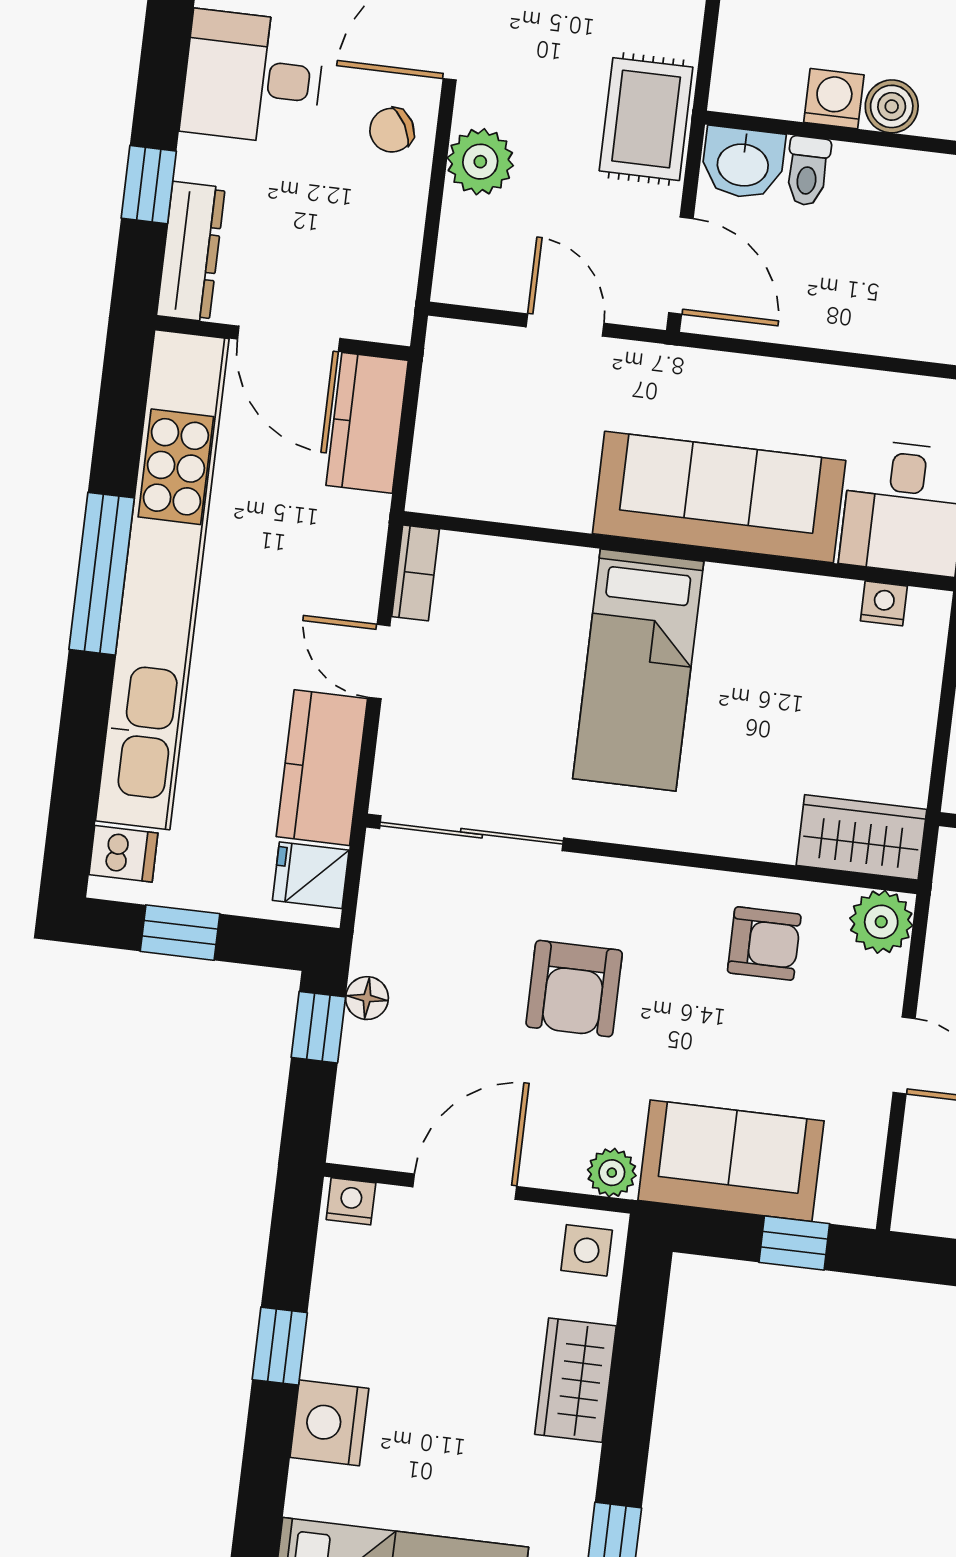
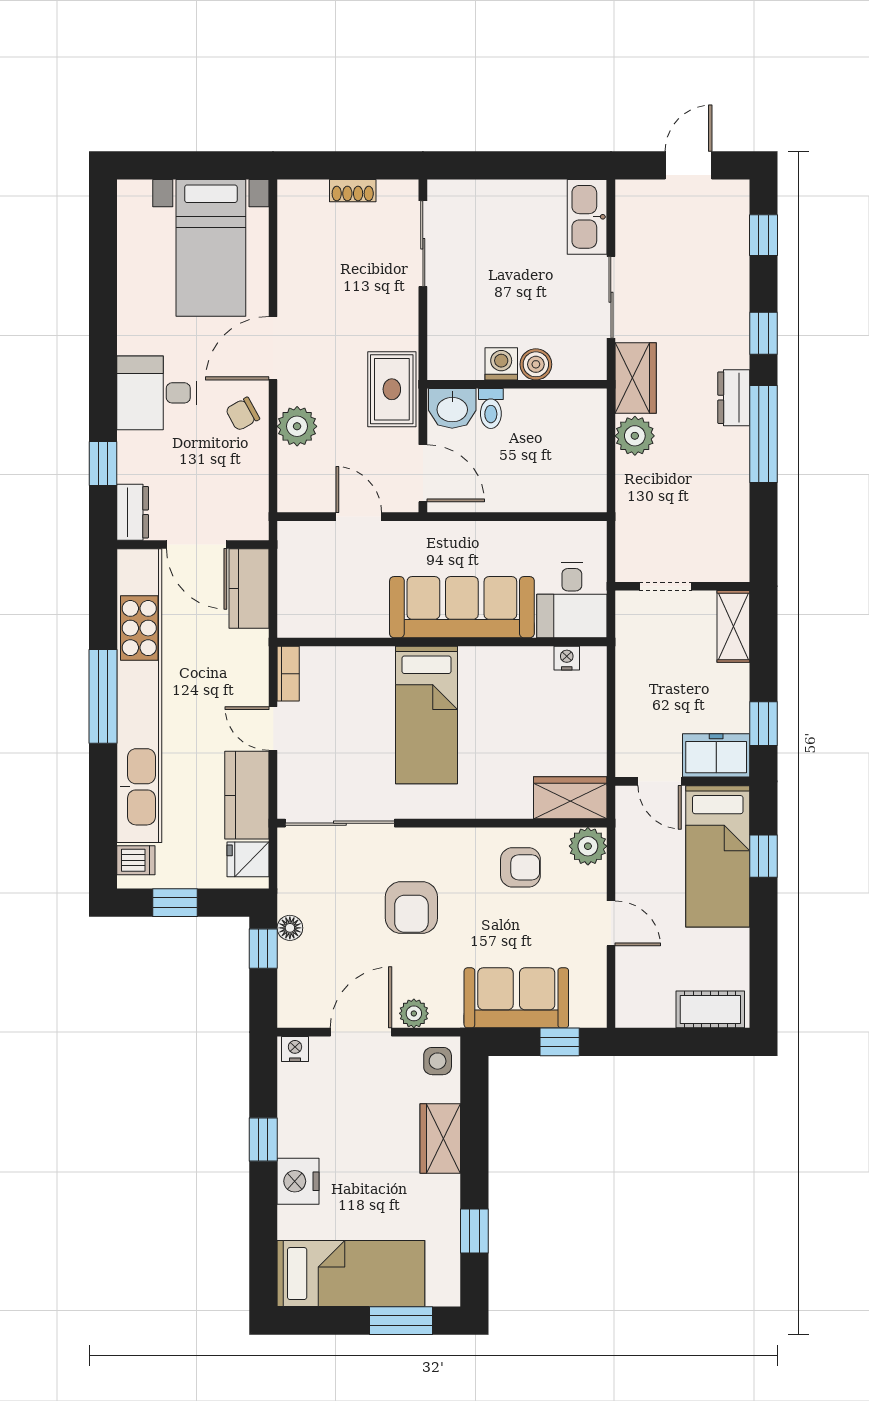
dresser: (191, 252) -> (133, 512), width x0.70
plant: (612, 1173) -> (414, 1013), moved

